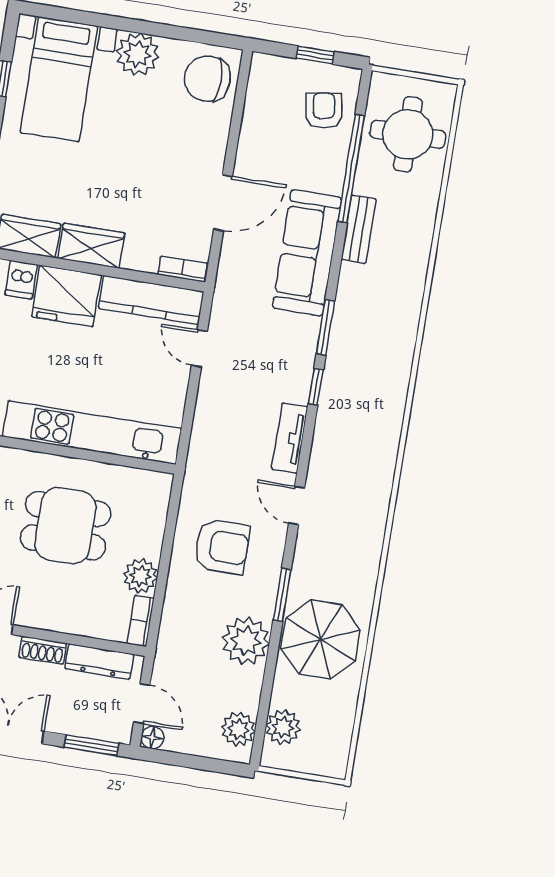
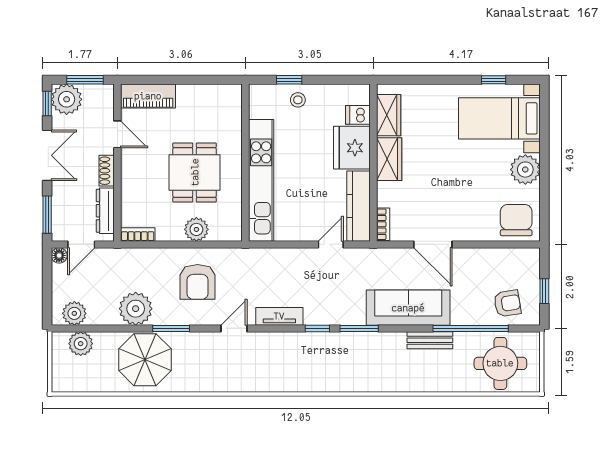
plant: (141, 576) -> (196, 229), moved

